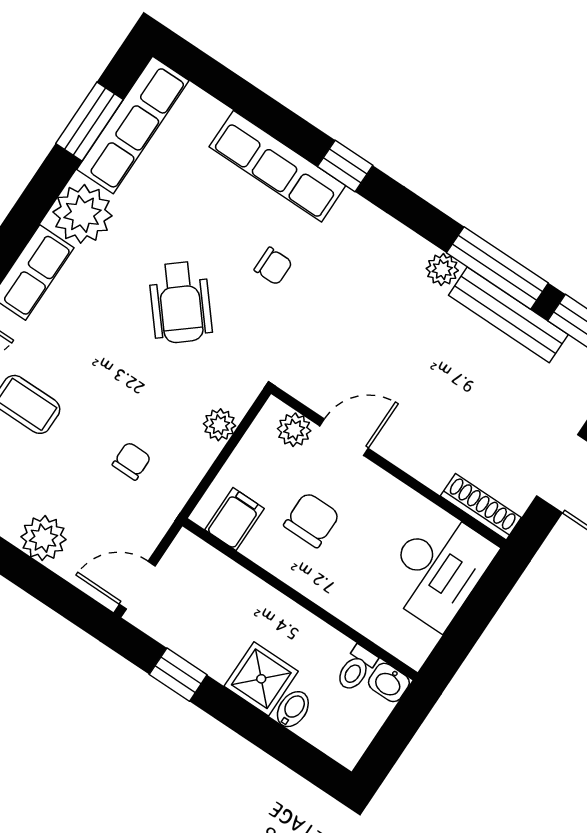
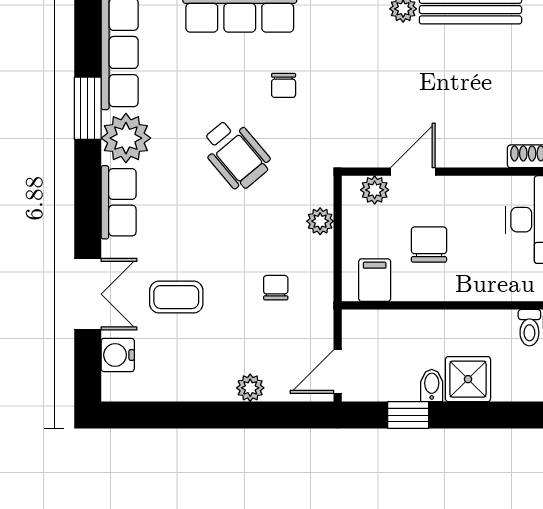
window: (90, 121) -> (88, 108), moved
chair: (273, 266) -> (284, 85), turned 90
plant: (44, 538) -> (250, 388), width x0.73, depth x0.73
bidet: (293, 709) -> (432, 385), moved

